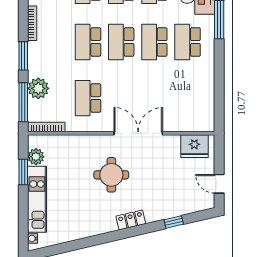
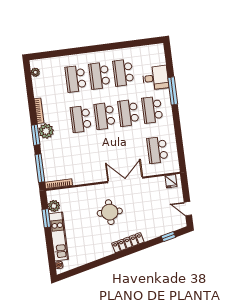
plant: (38, 88) -> (46, 131), moved
school desk: (88, 98) -> (157, 150), moved
fridge: (194, 146) -> (171, 181), width x0.53, depth x0.75
locker: (131, 220) -> (128, 243), width x1.53
window: (174, 222) -> (168, 237), moved

